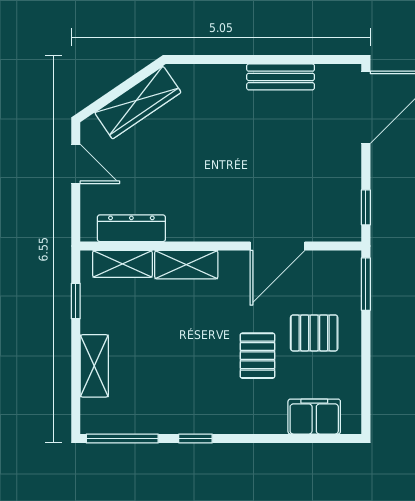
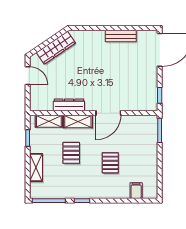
dresser: (131, 228) -> (69, 105), moved
door: (277, 246) -> (108, 113), moved
pallet: (314, 333) -> (71, 153), moved, turned 90
filing cabinet: (314, 417) -> (136, 191), width x0.50

